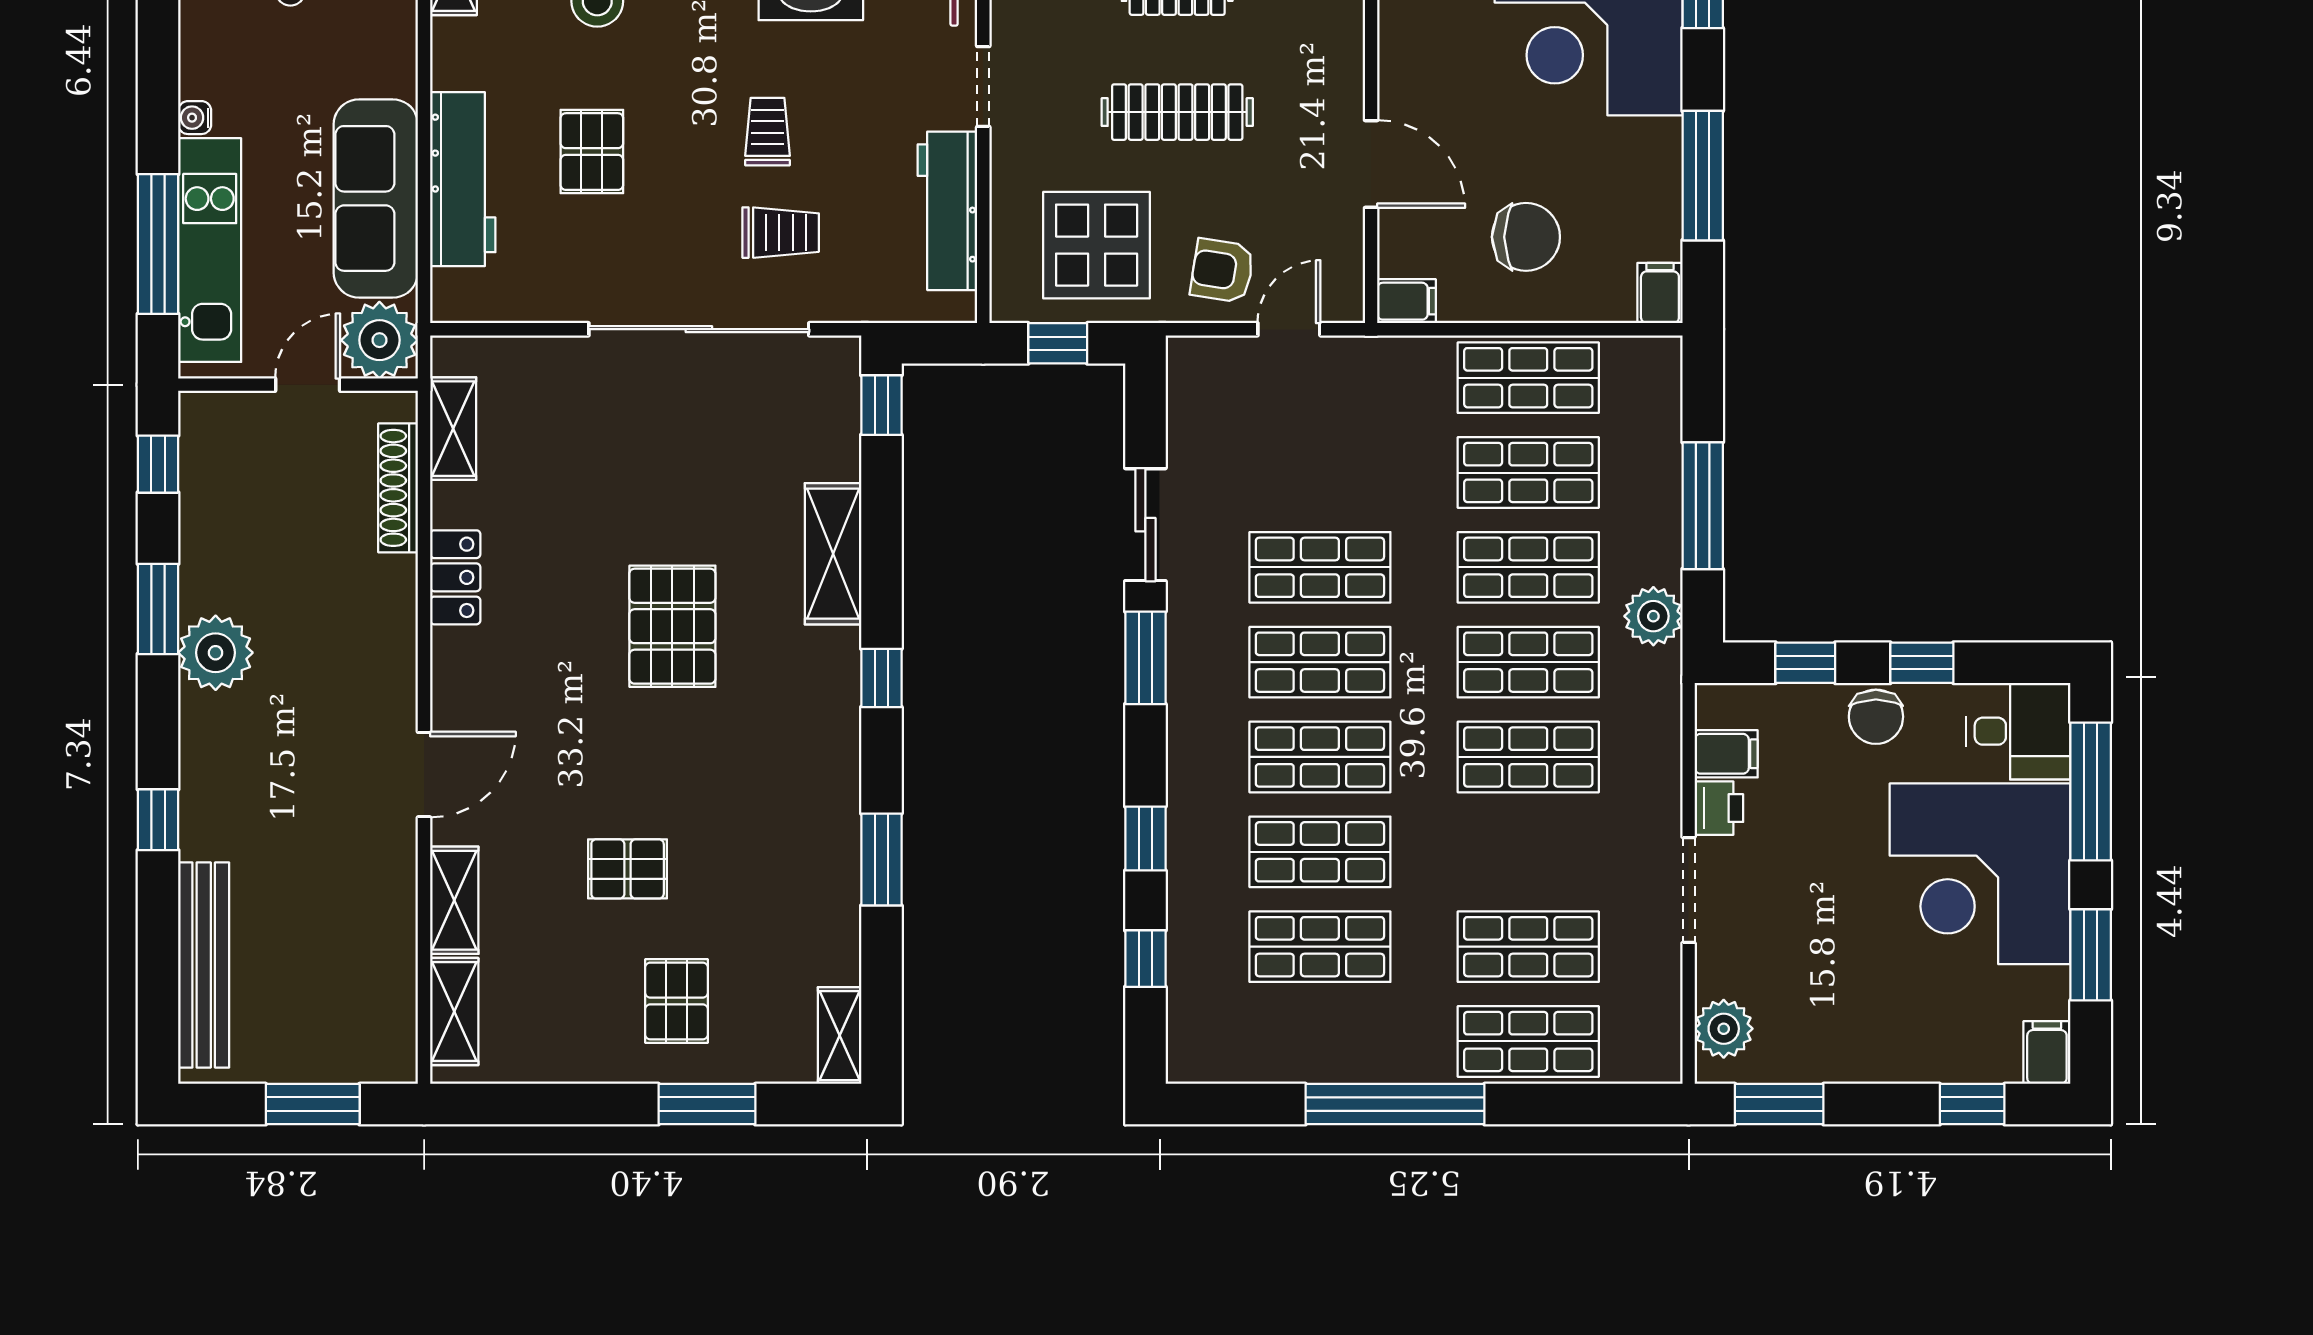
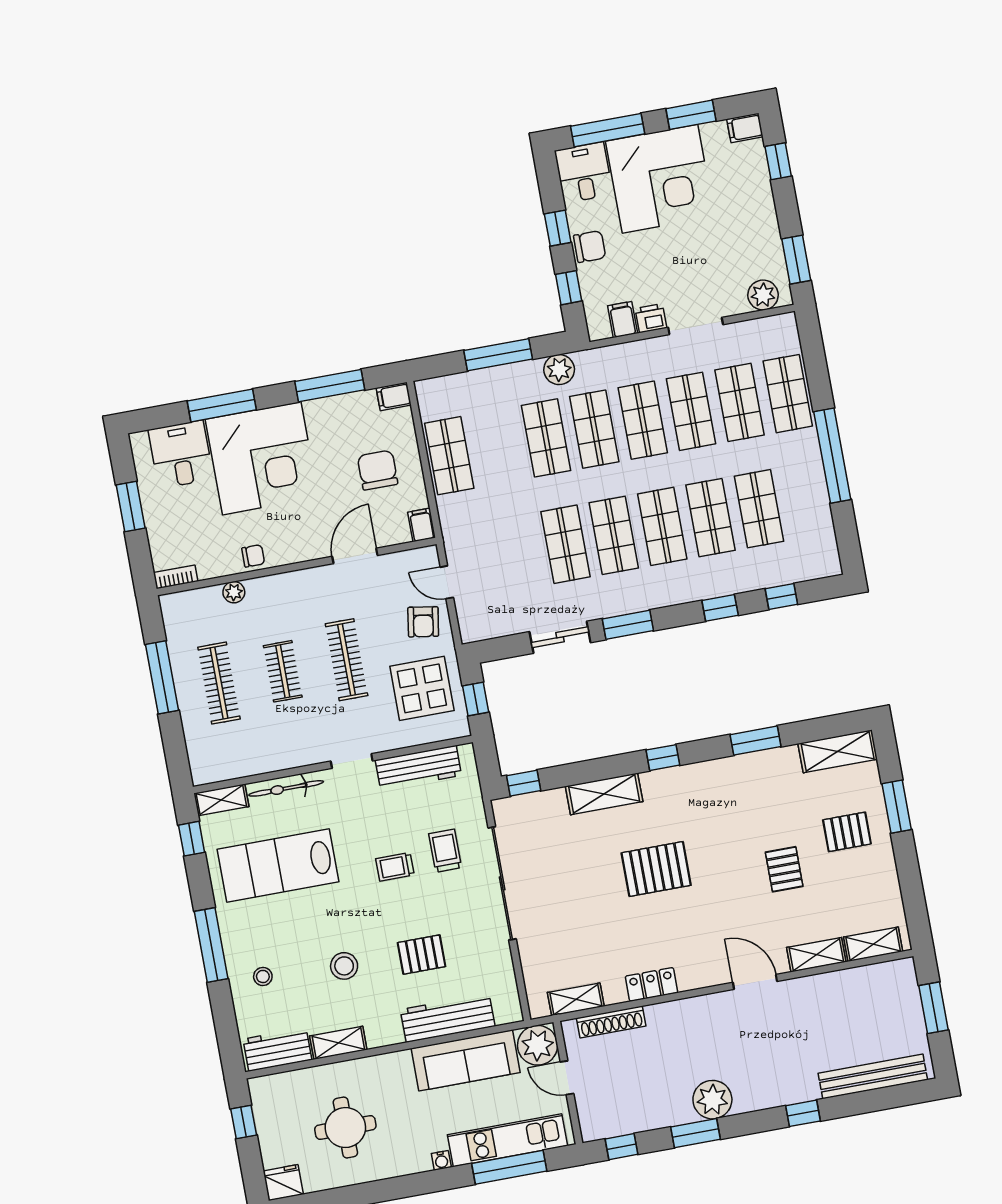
shop shelf: (1528, 473) -> (691, 411), moved
shelving: (840, 1036) -> (838, 751), width x1.50, depth x1.33

